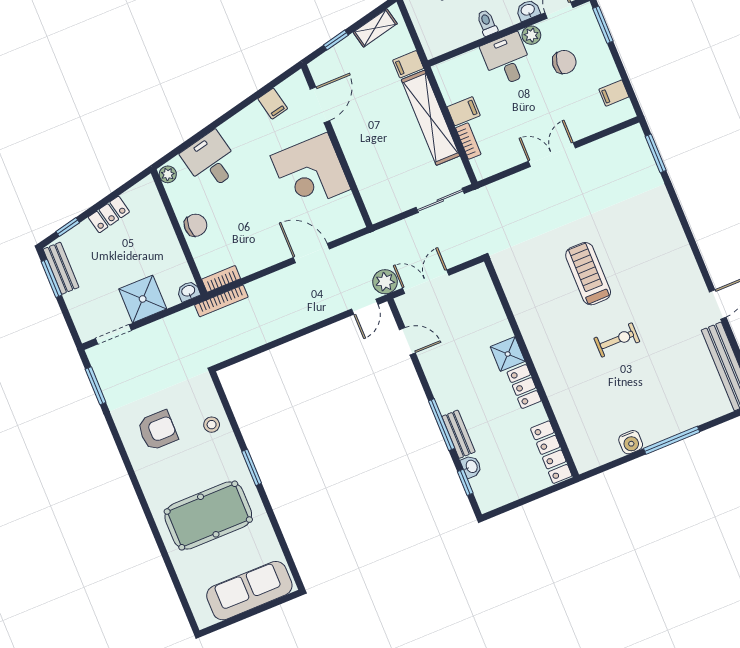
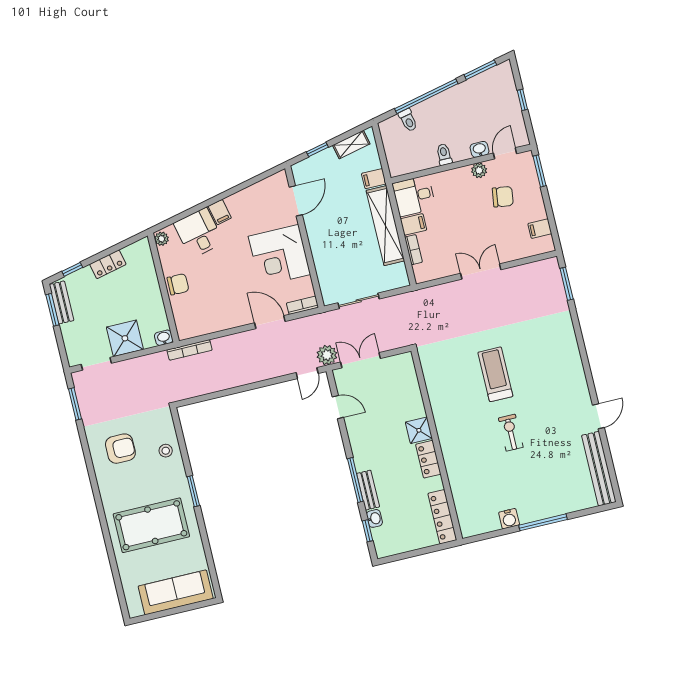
desk: (507, 60) -> (414, 196), moved, turned -90
filing cabinet: (273, 104) -> (220, 212), moved
sliding door: (440, 200) -> (359, 301), moved
bookcase: (221, 279) -> (302, 305), moved
exercise bike: (617, 340) -> (511, 433), turned -90

